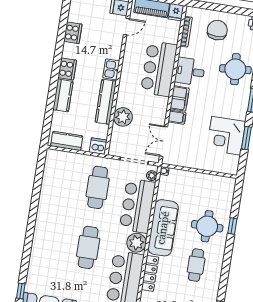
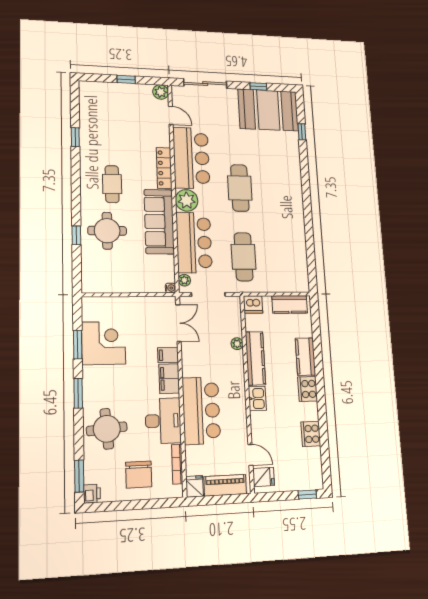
door: (126, 27) -> (250, 455), swing flipped
desk: (190, 71) -> (163, 421), width x1.37
plant: (123, 117) -> (237, 344), width x0.53, depth x0.53

